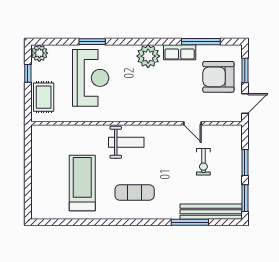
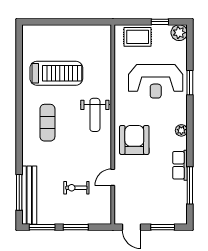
plant: (148, 56) -> (181, 130), width x0.53, depth x0.53
armchair: (218, 77) -> (134, 140), moved
window: (190, 222) -> (19, 192), moved

